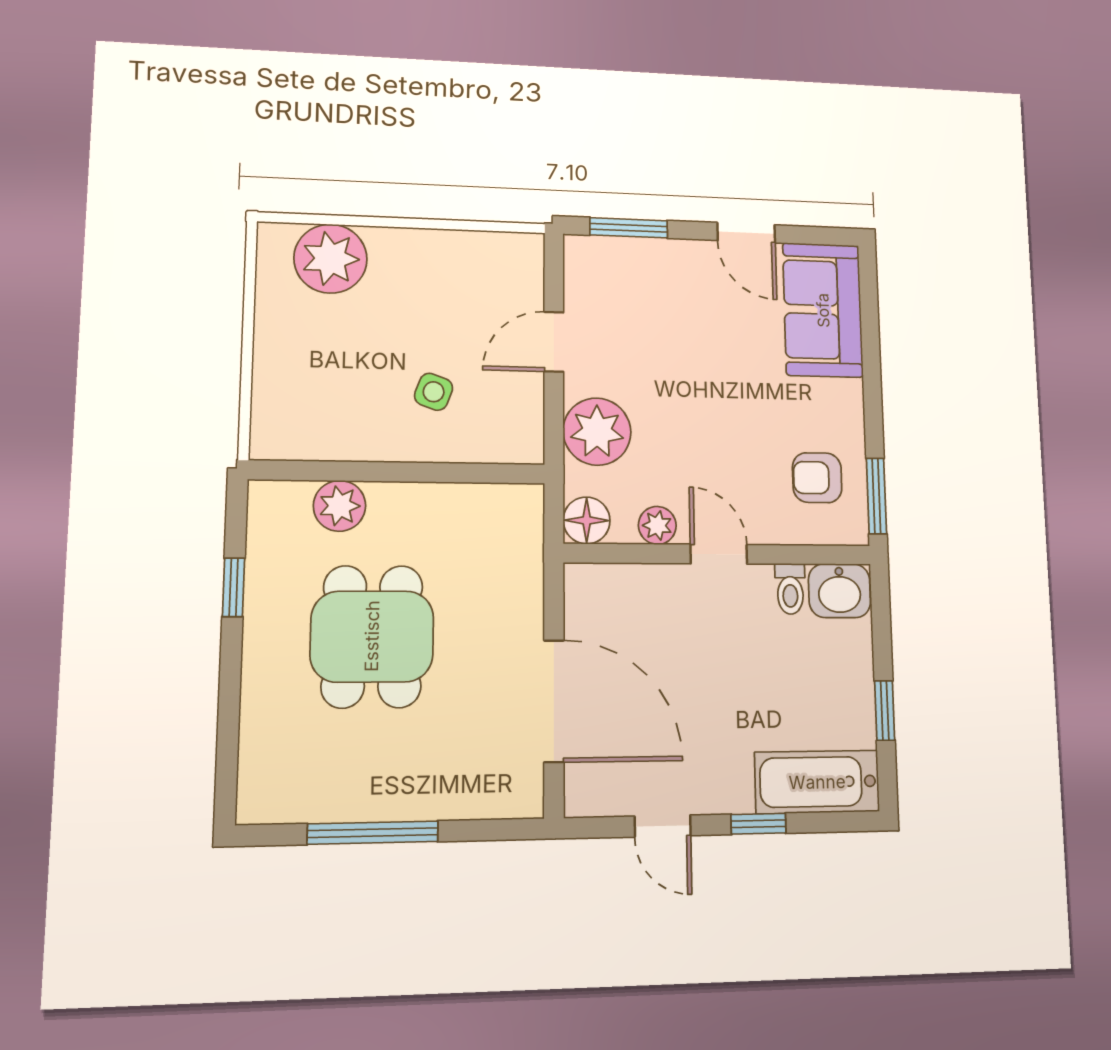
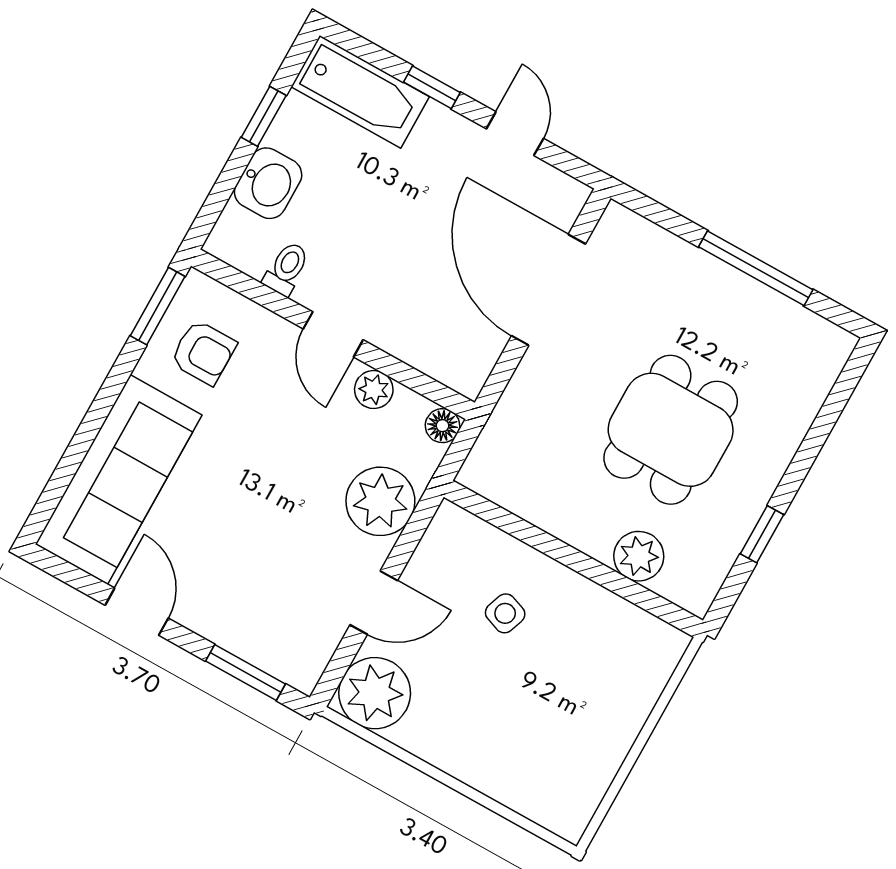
plant: (330, 259) -> (375, 693), moved
sofa: (823, 310) -> (119, 480), width x1.36
floor lamp: (587, 520) -> (442, 426), width x0.73, depth x0.73
washbasin: (840, 591) -> (268, 183), moved, turned 90

